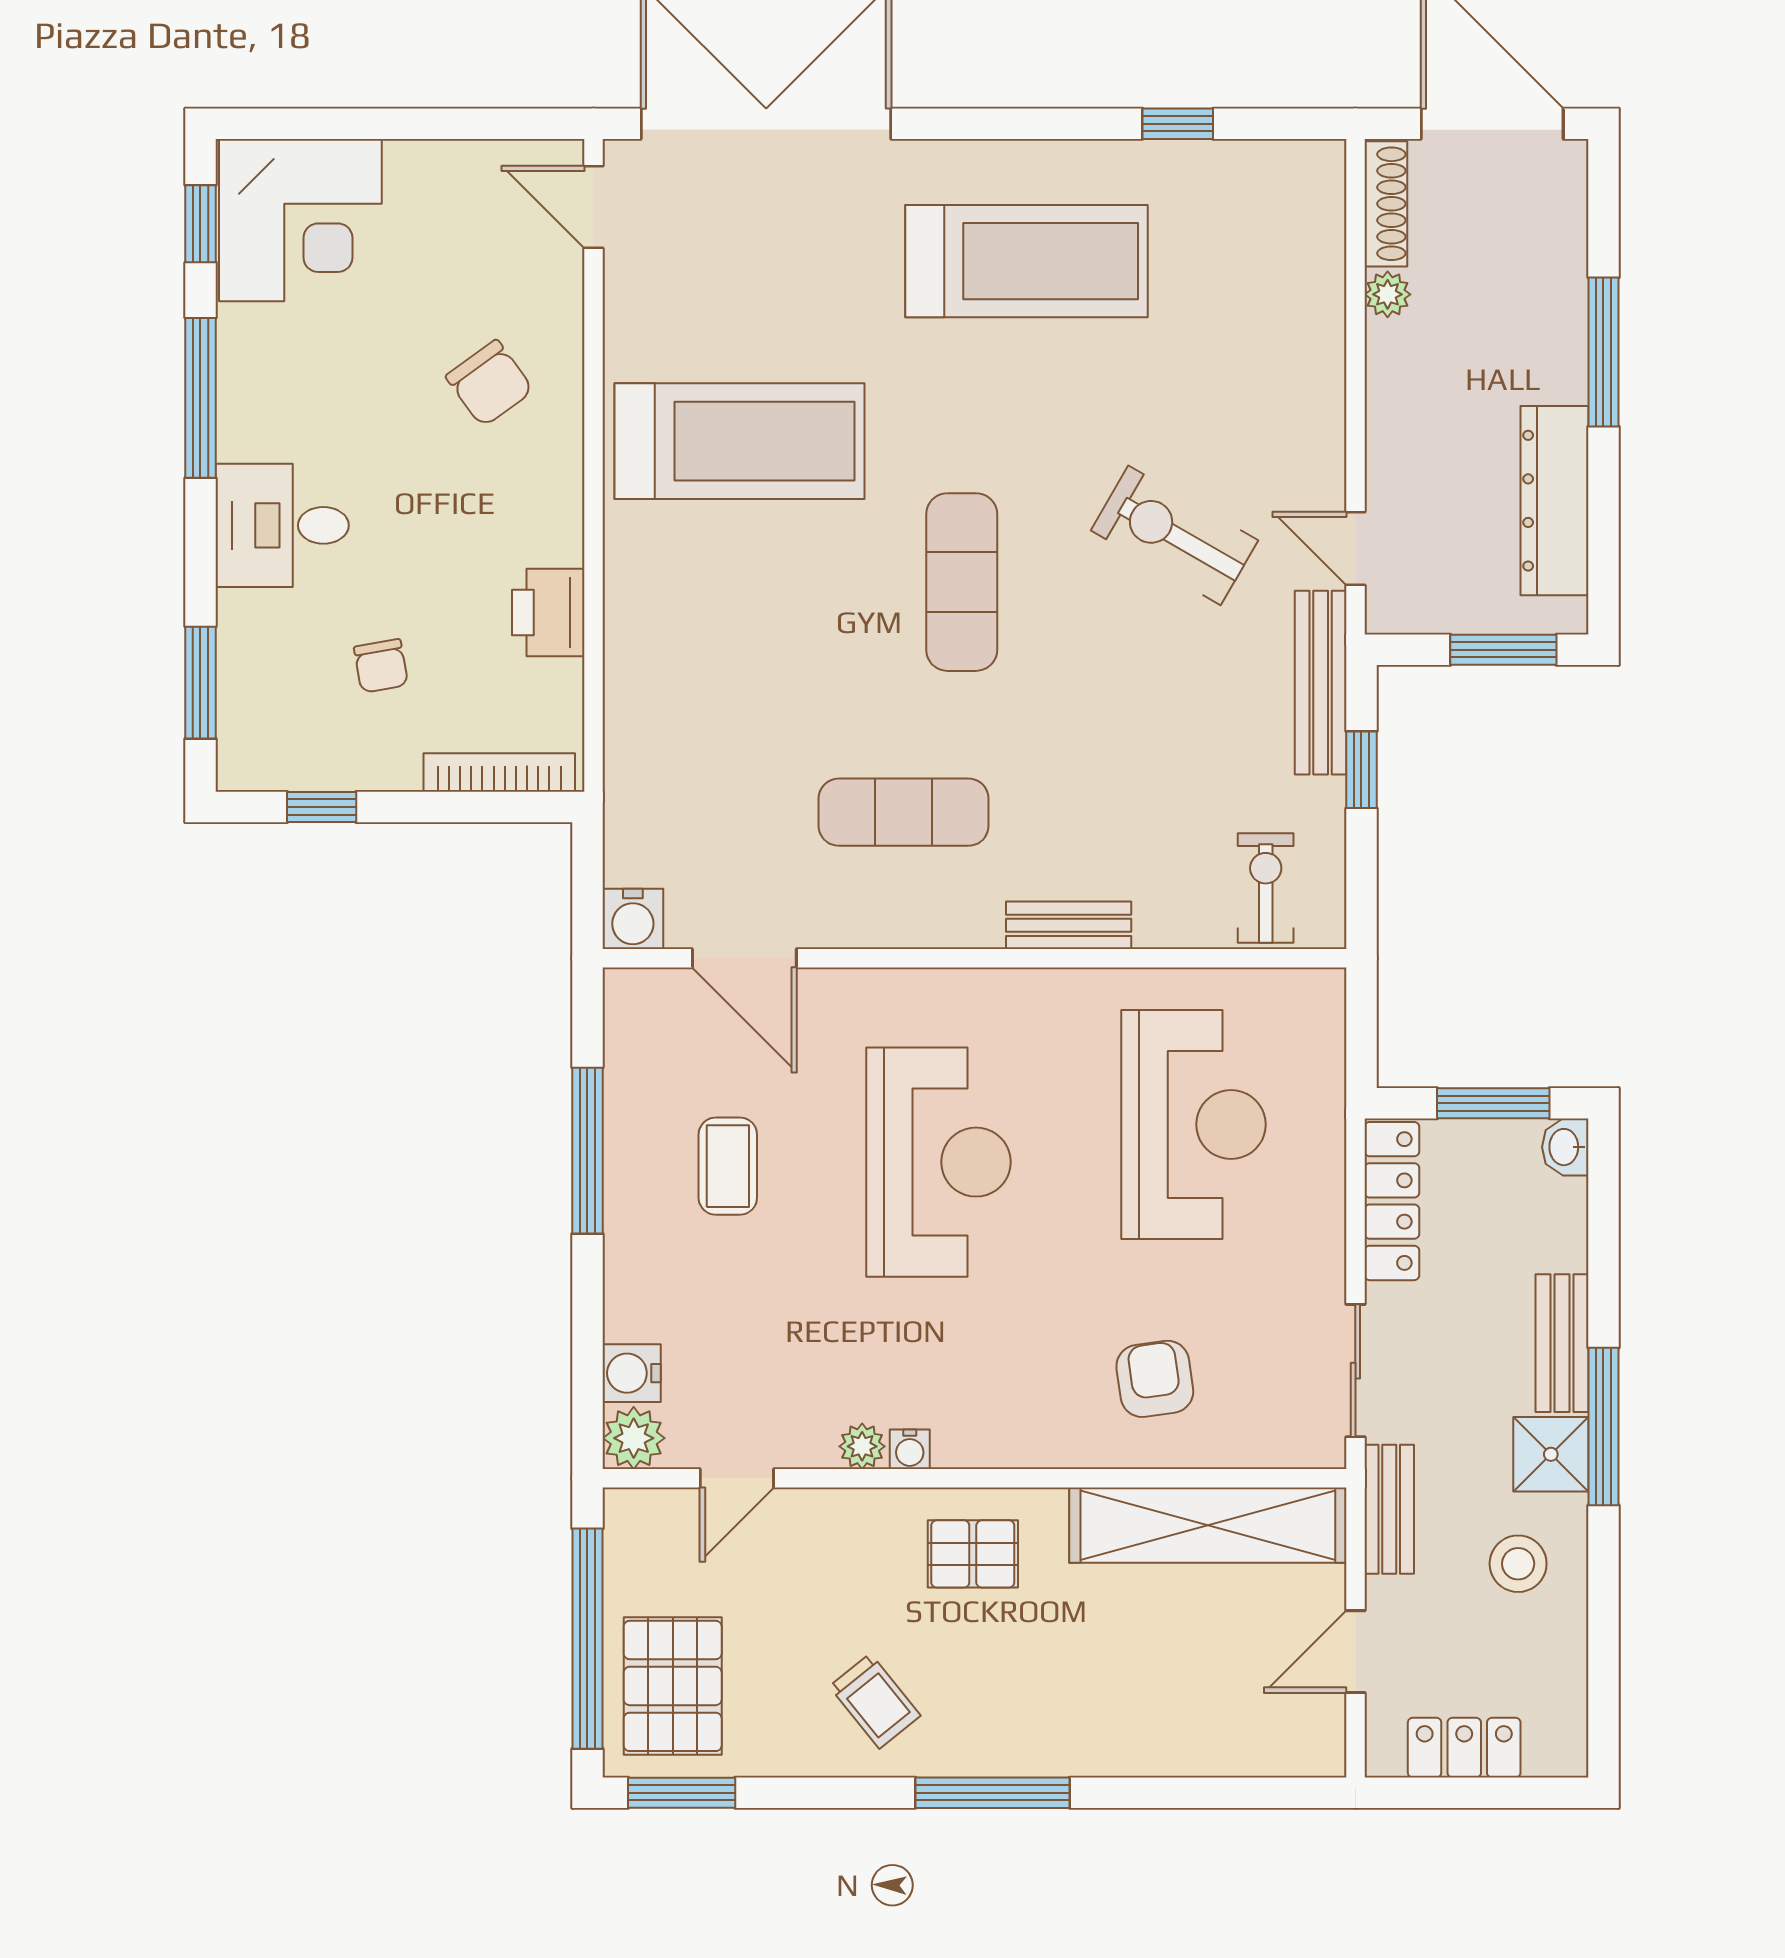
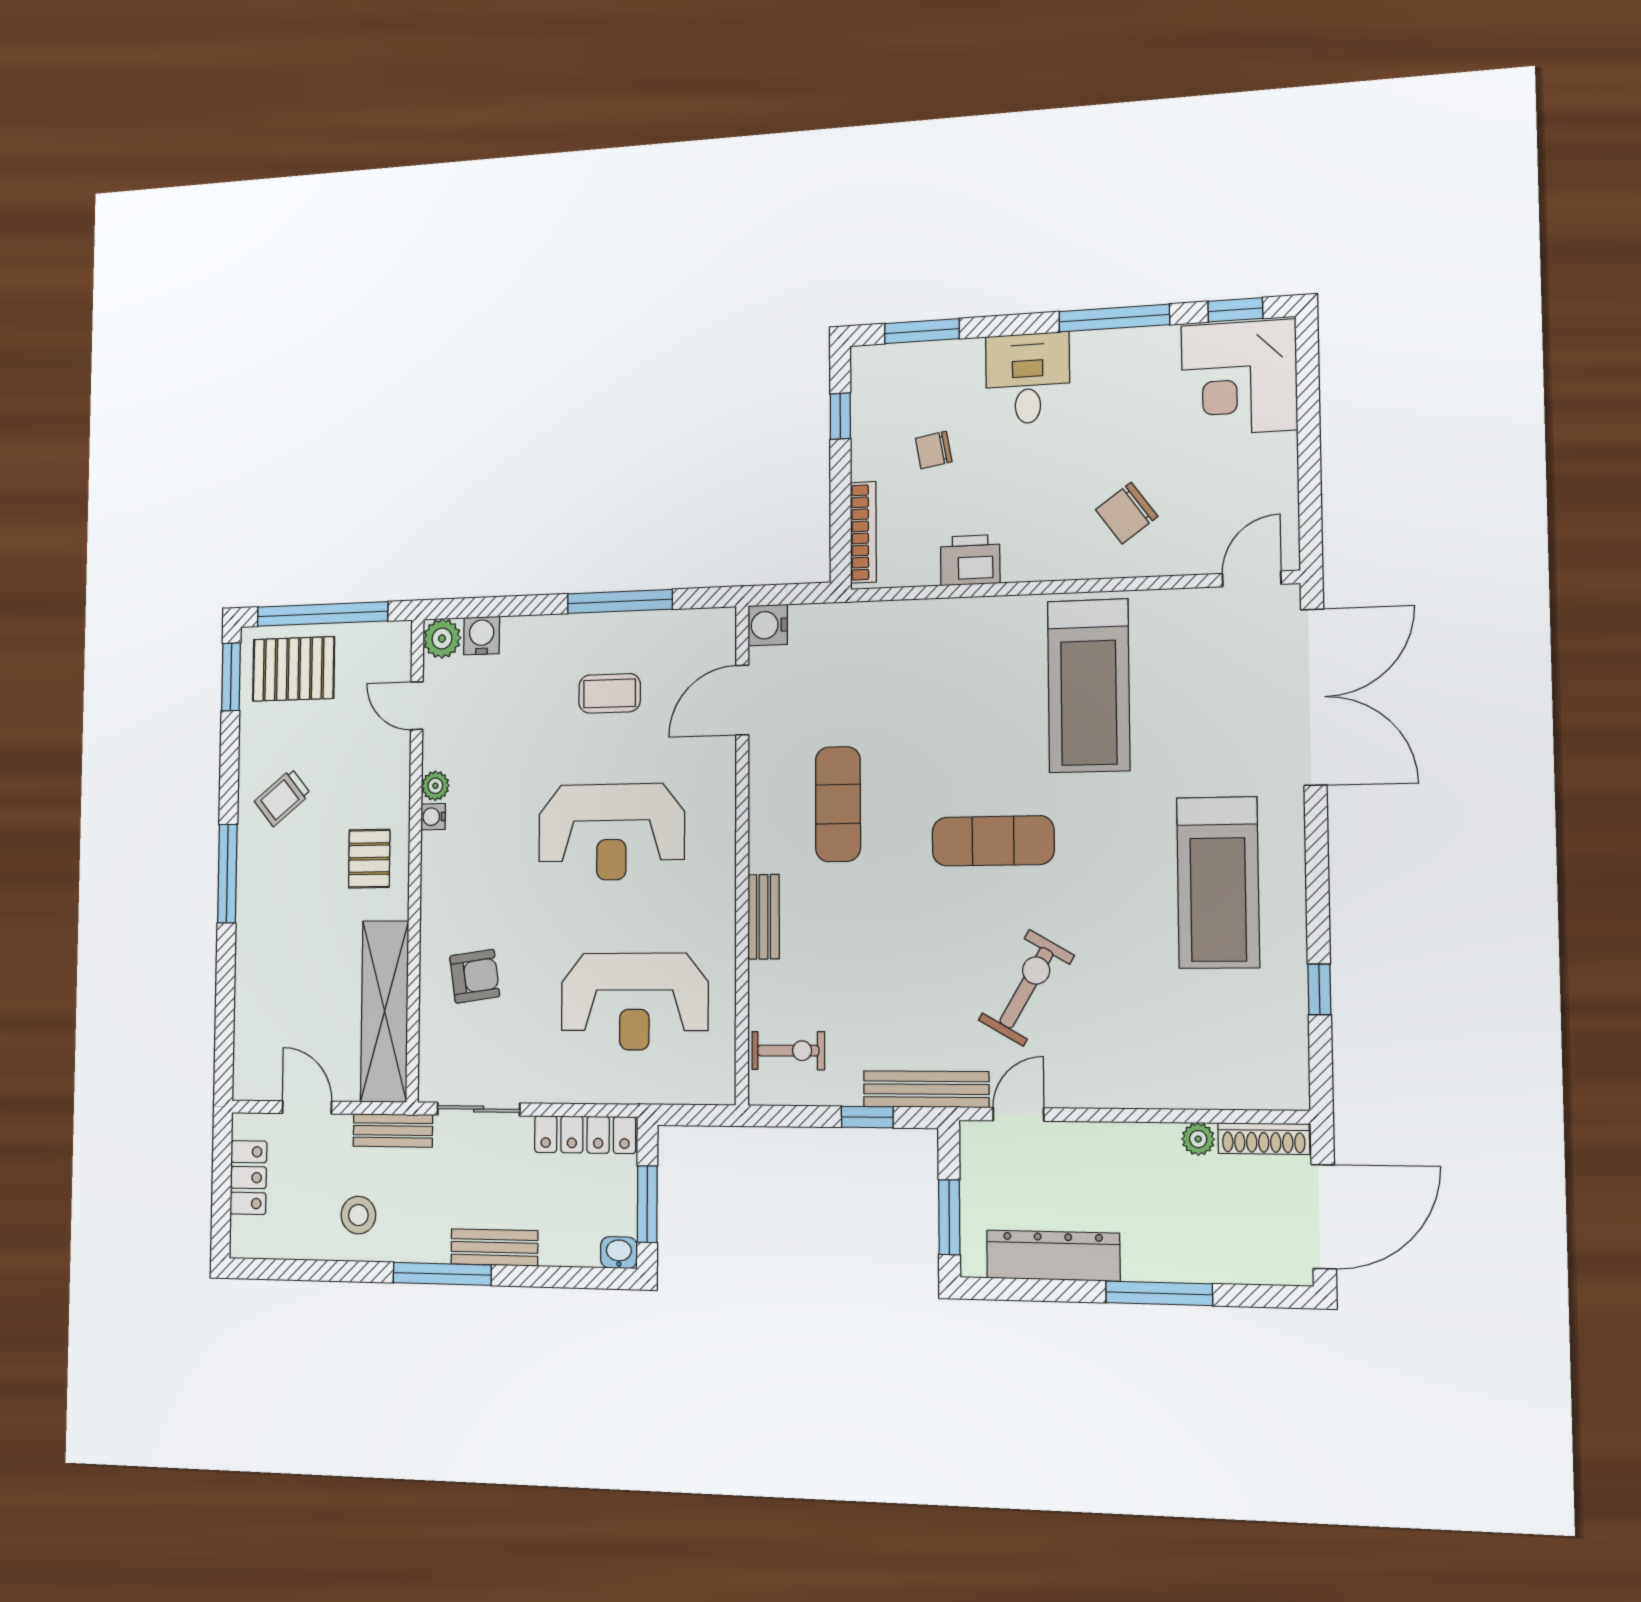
shower: (1551, 1454) -> (425, 1238), removed

